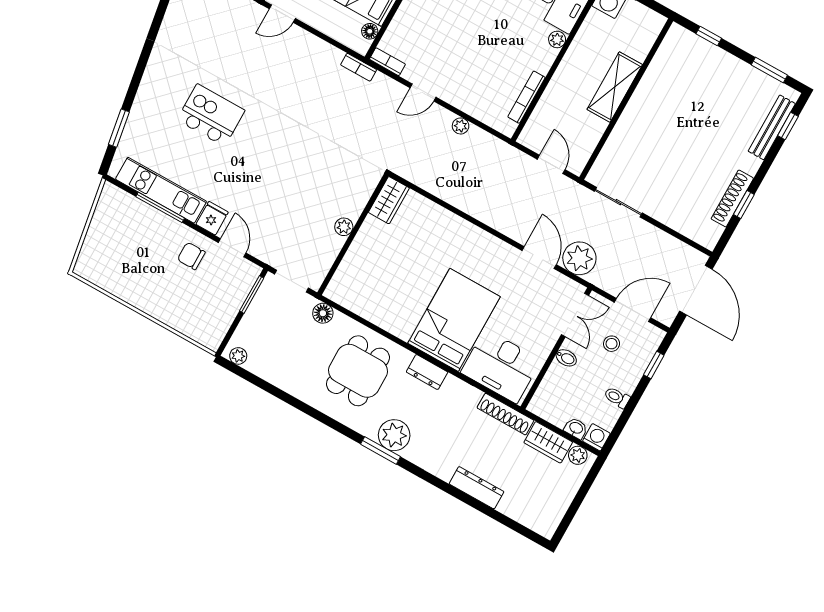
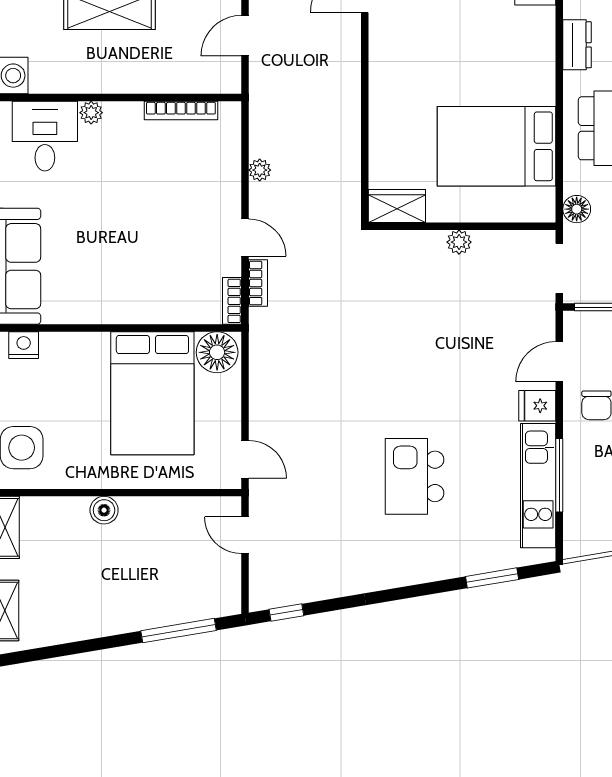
floor lamp: (370, 31) -> (217, 352), width x1.89, depth x1.89
bookcase: (359, 67) -> (258, 283), moved
bed: (454, 320) -> (497, 146), moved

